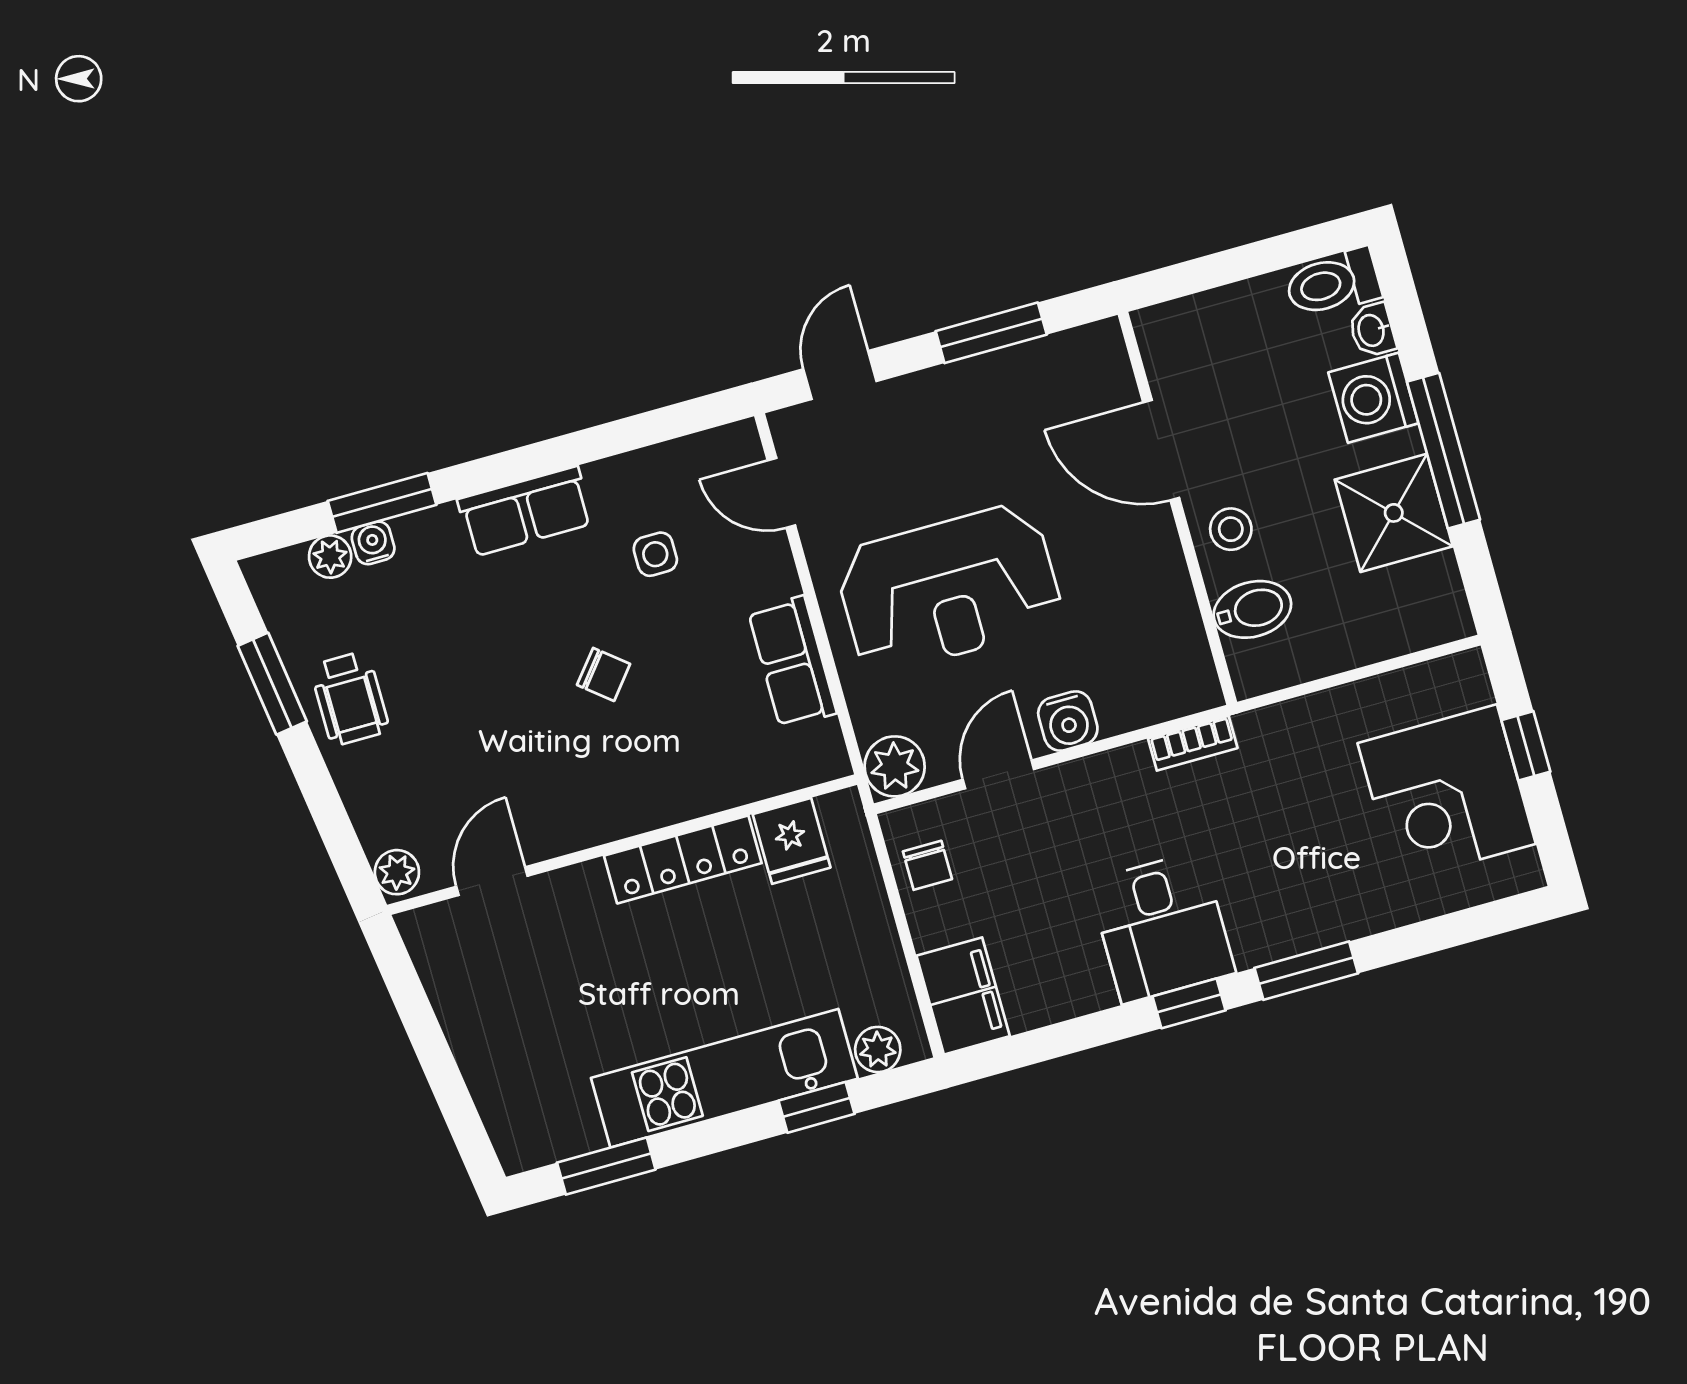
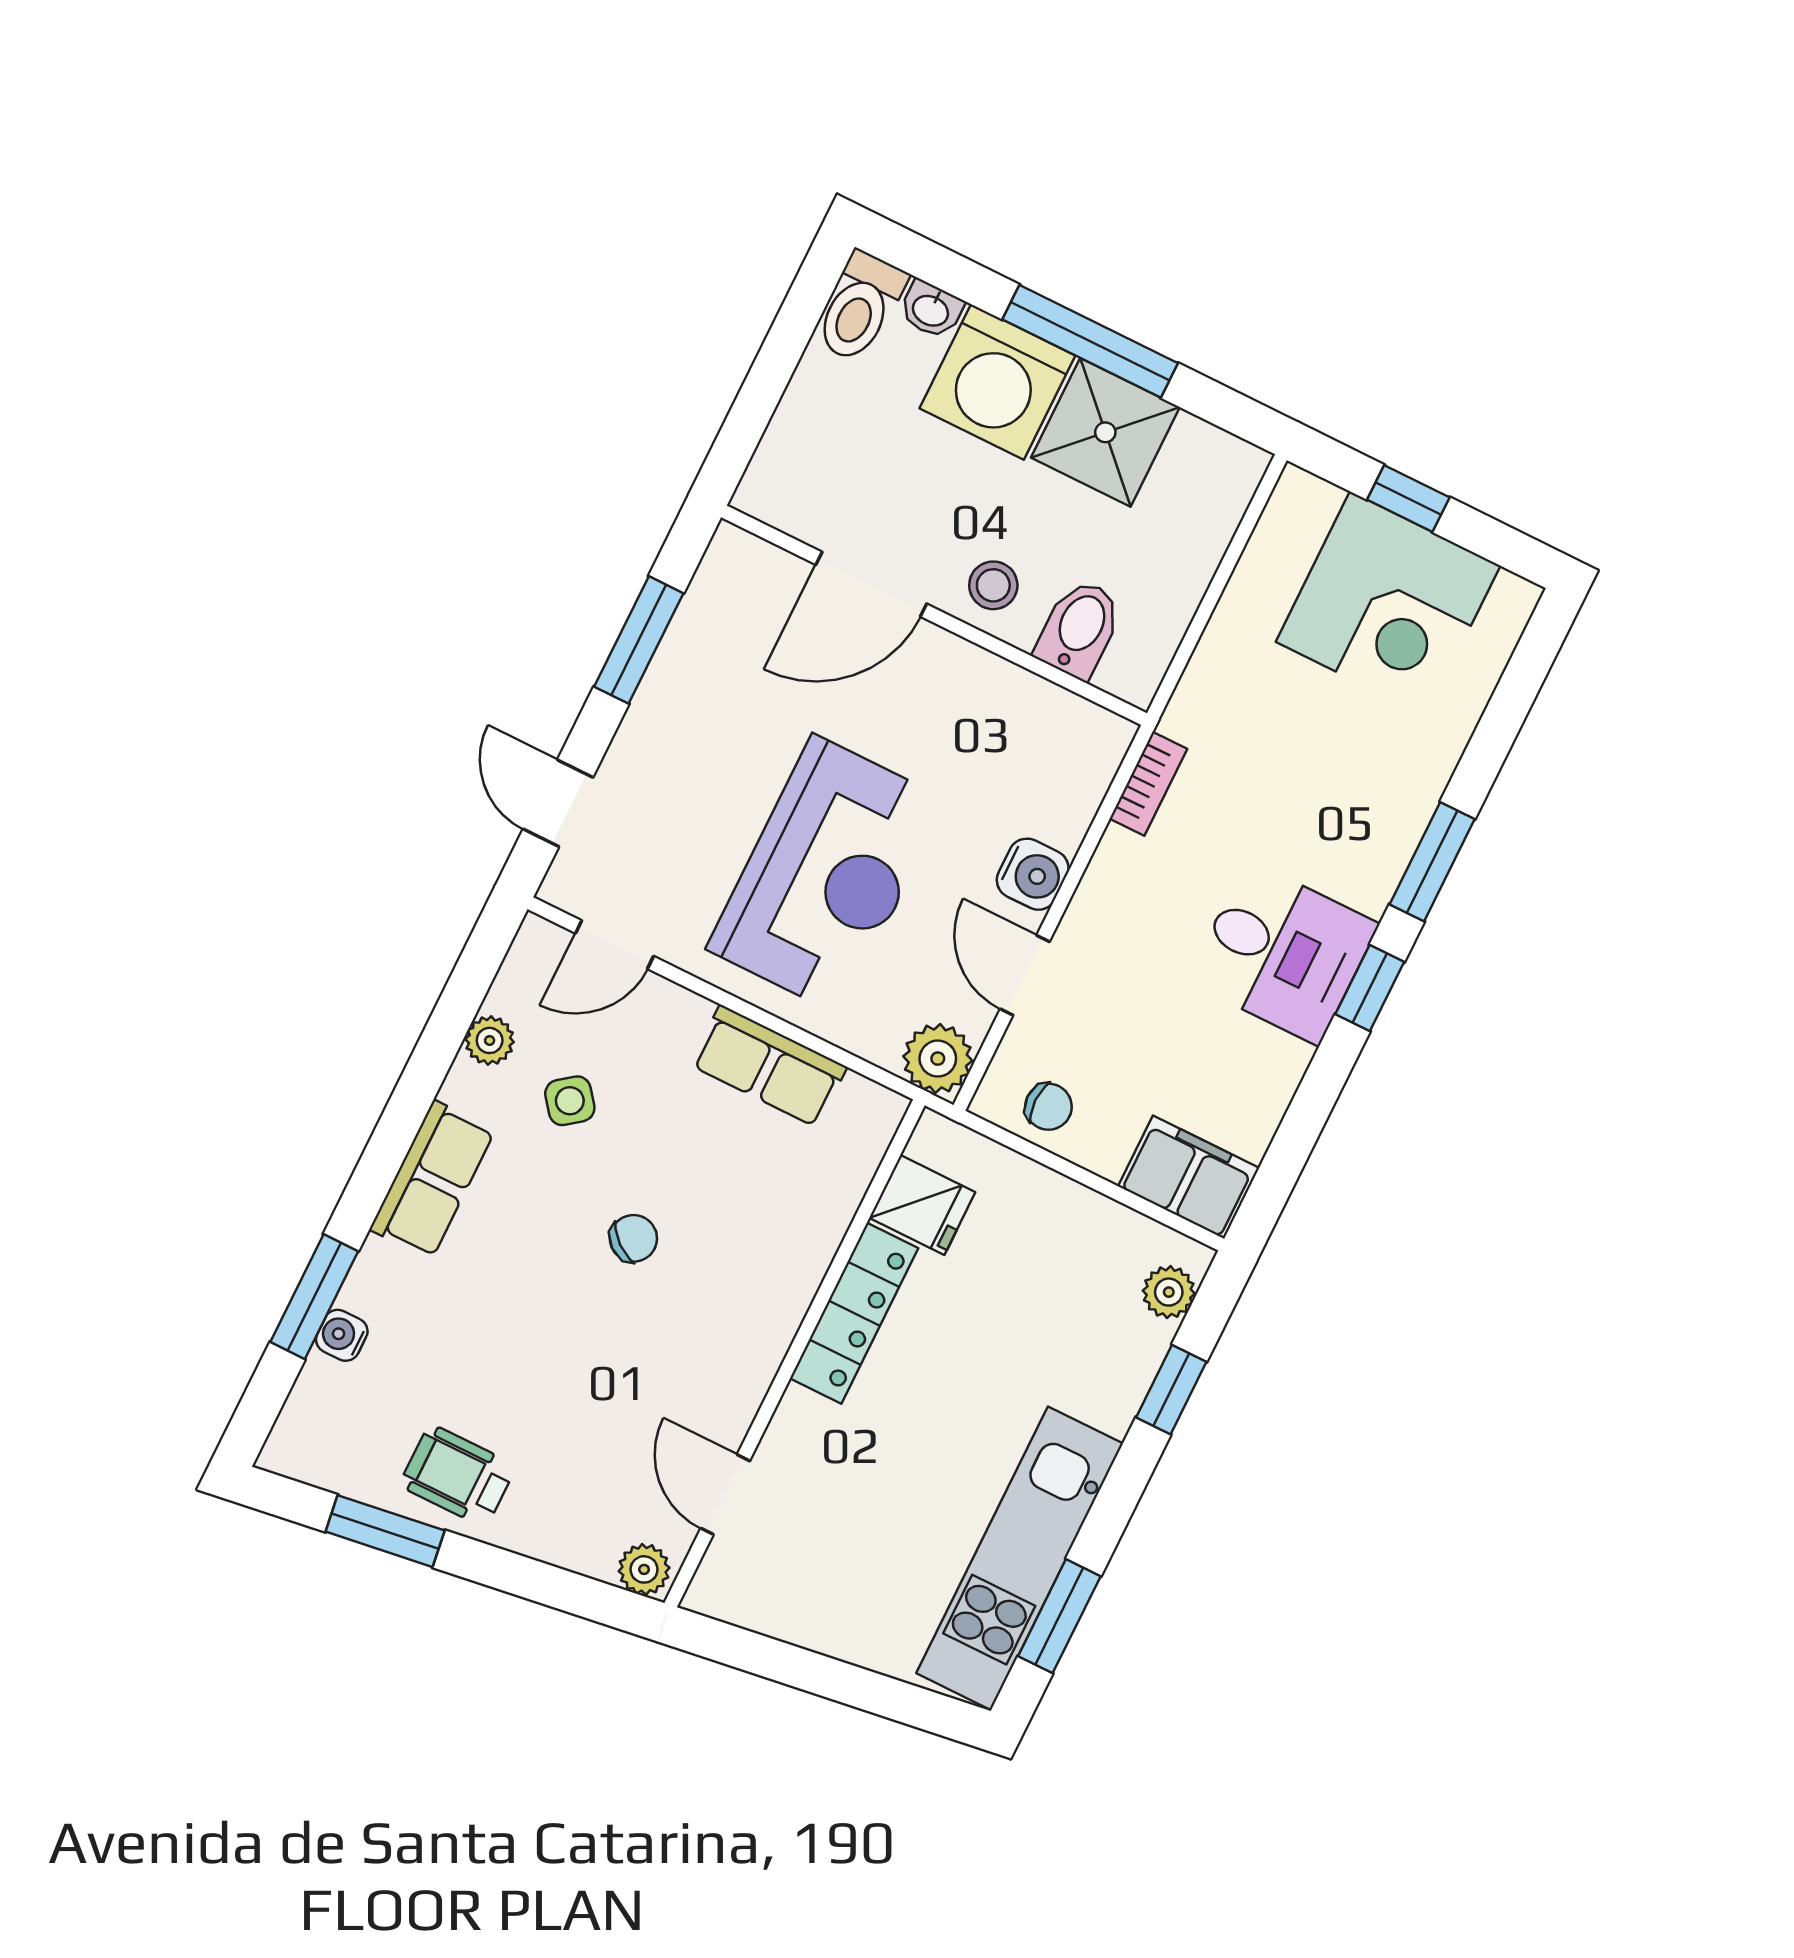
washing machine: (1373, 398) -> (997, 382), width x1.37, depth x1.37
side table: (655, 554) -> (570, 1101), turned -38
plant: (330, 557) -> (490, 1040), moved
wheelchair: (350, 698) -> (458, 1476), turned 180
kitchen unit: (724, 1078) -> (1020, 1558), moved

